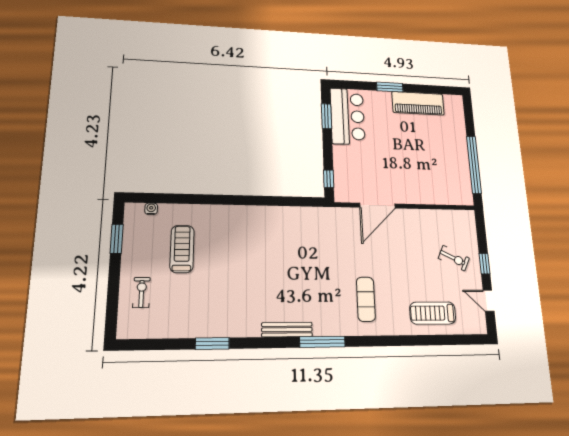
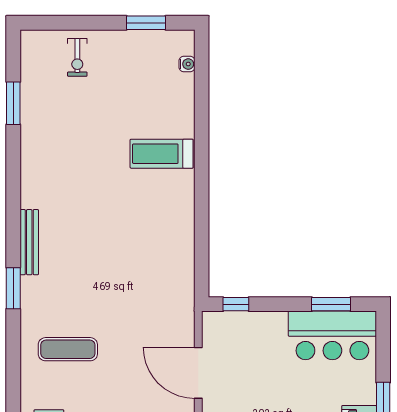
treadmill: (182, 249) -> (162, 154), moved, turned 180
exercise bike: (141, 292) -> (77, 57), turned 90
window: (322, 342) -> (13, 288), width x0.69
window: (212, 343) -> (13, 103), moved

